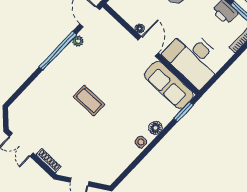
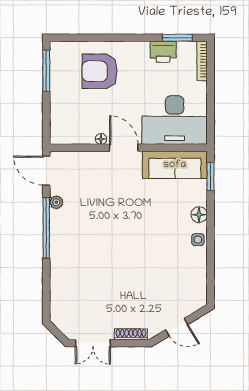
coffee table: (89, 101) -> (116, 246), removed

